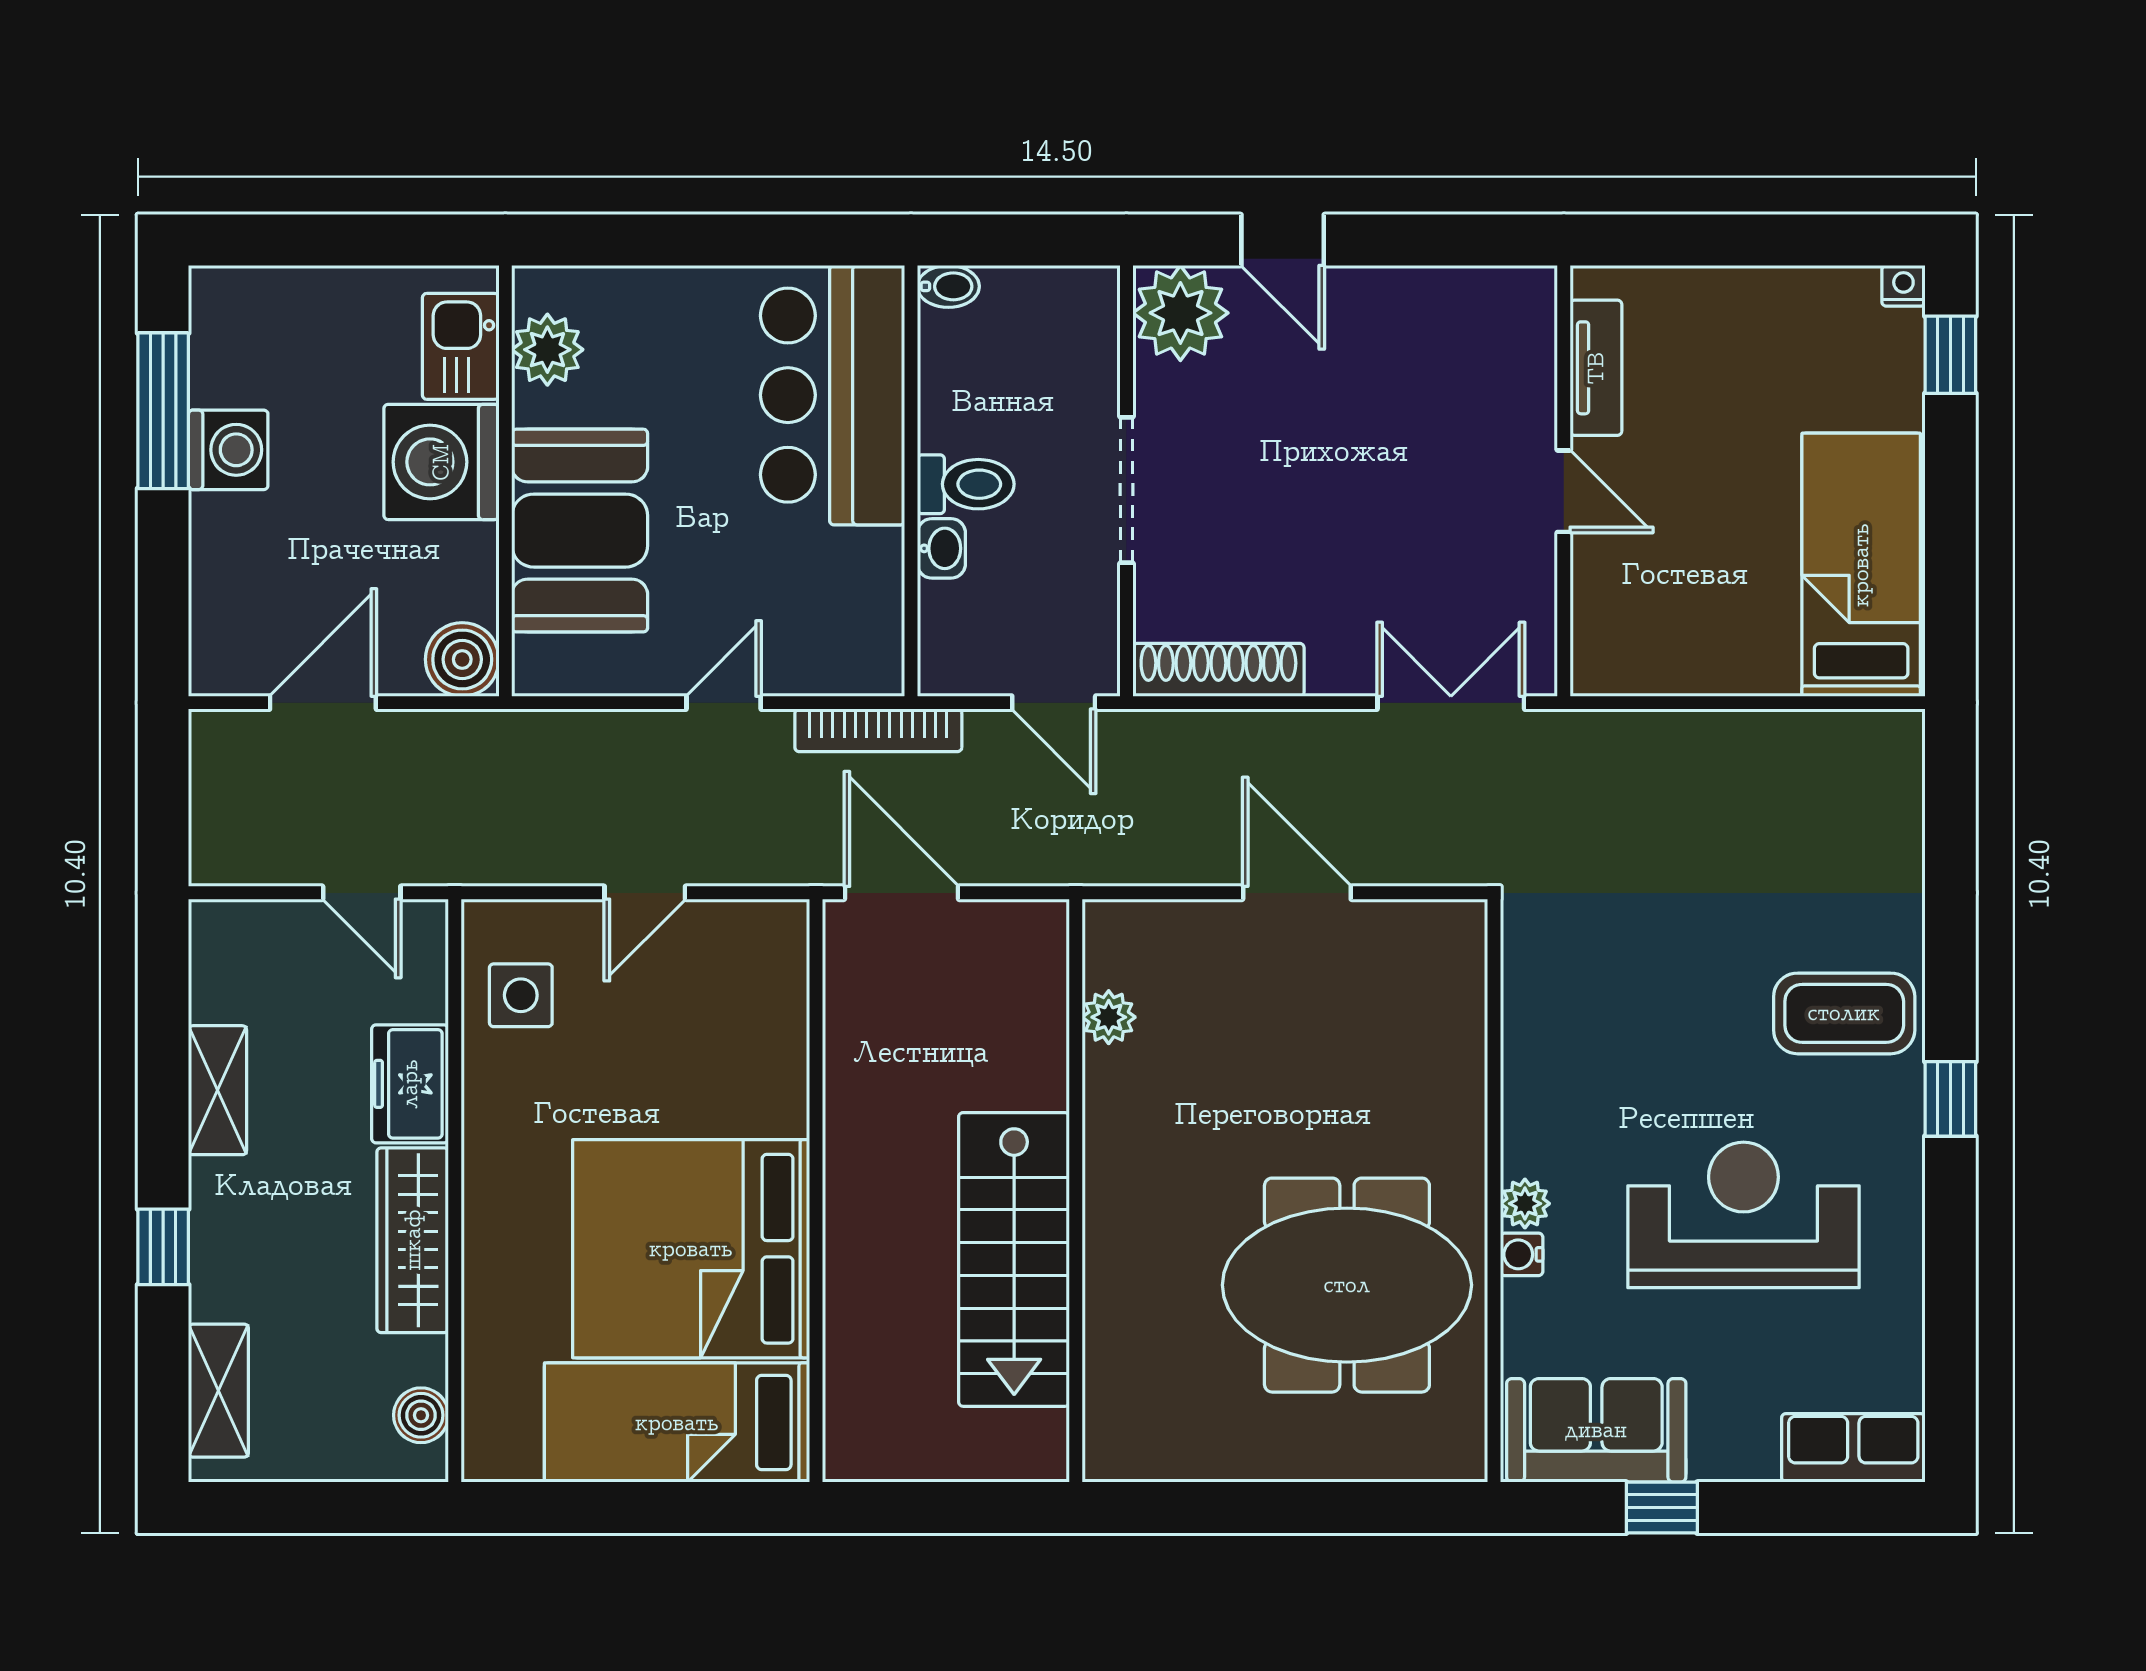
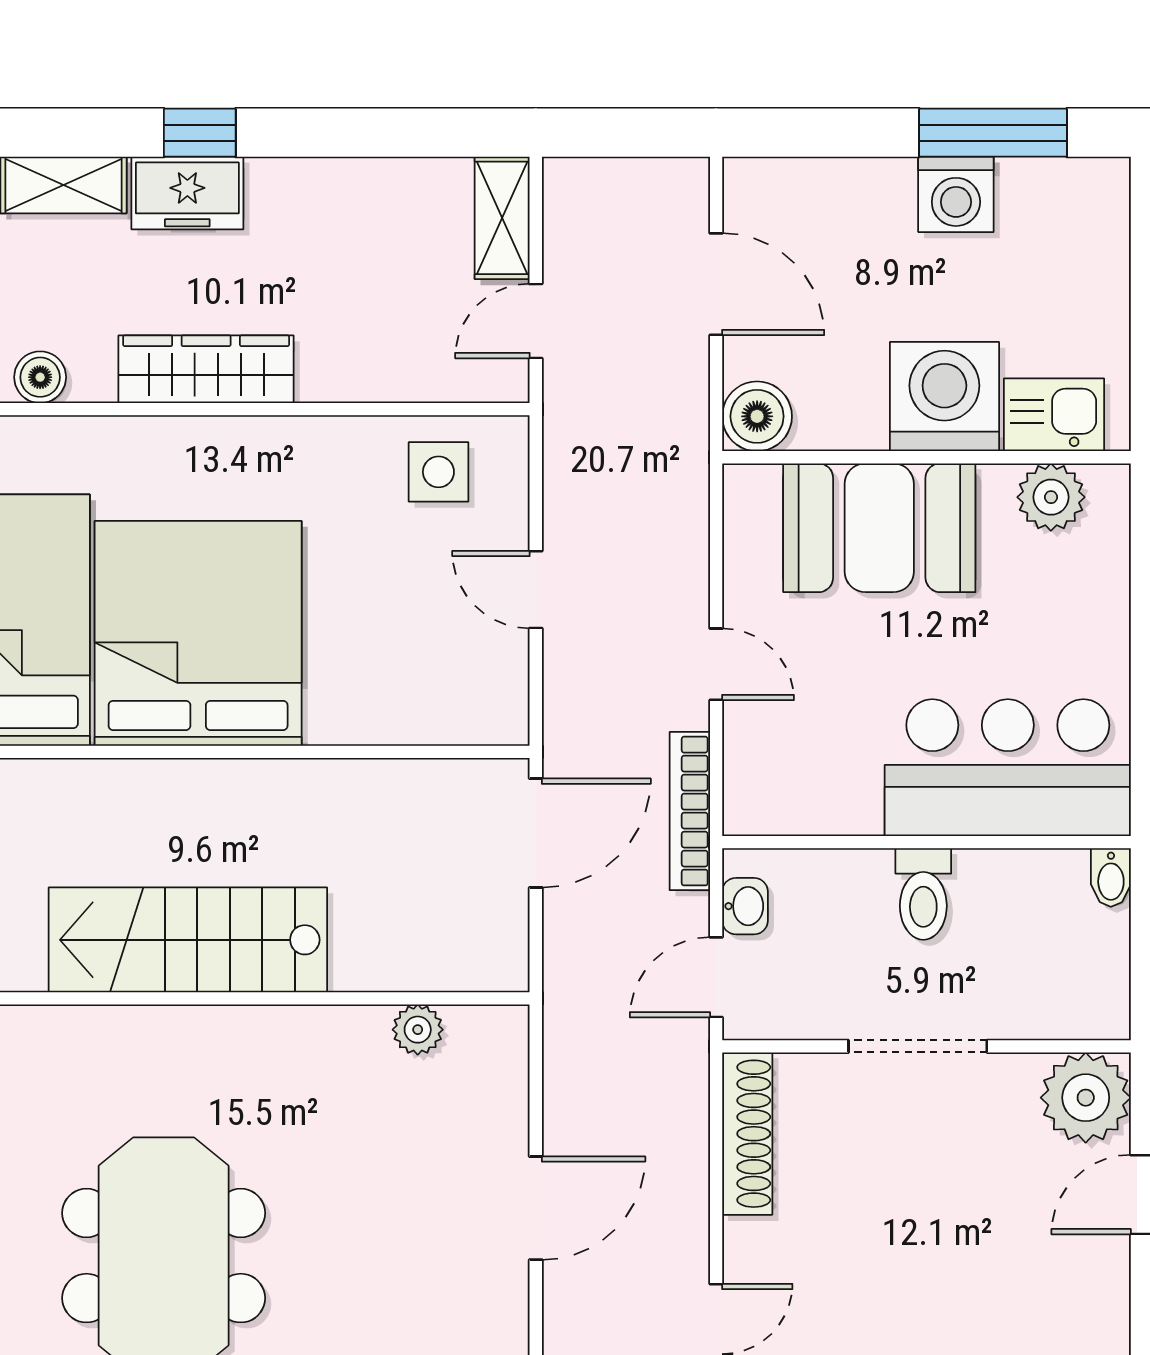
washbasin: (941, 548) -> (745, 906), moved, turned -90
freezer: (410, 1084) -> (187, 193), moved, turned 180
shelving: (218, 1090) -> (502, 218), moved, turned 90

